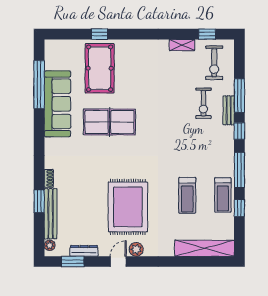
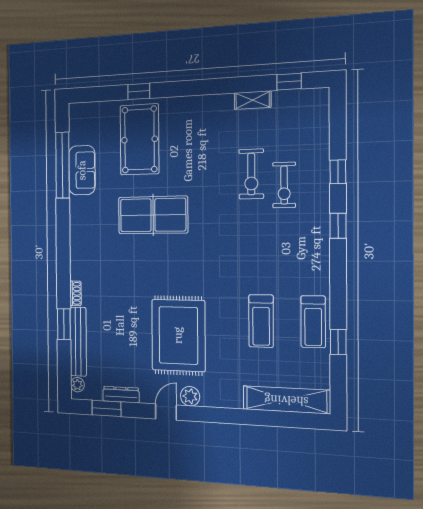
exercise bike: (214, 63) -> (251, 174), moved
window: (239, 95) -> (338, 172), width x0.46
sofa: (57, 104) -> (82, 170), width x0.54, depth x0.79
bench: (229, 110) -> (322, 195), removed
window: (239, 170) -> (338, 285), removed

